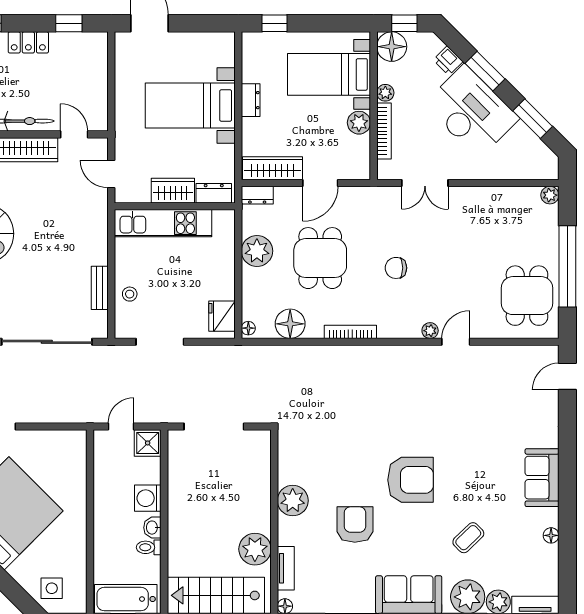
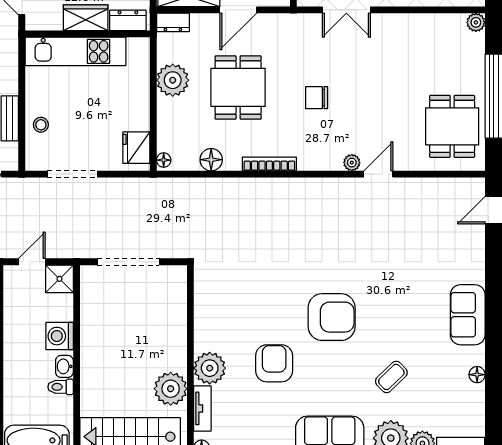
floor lamp: (290, 324) -> (211, 160), width x0.73, depth x0.73
plant: (293, 501) -> (210, 368), moved

